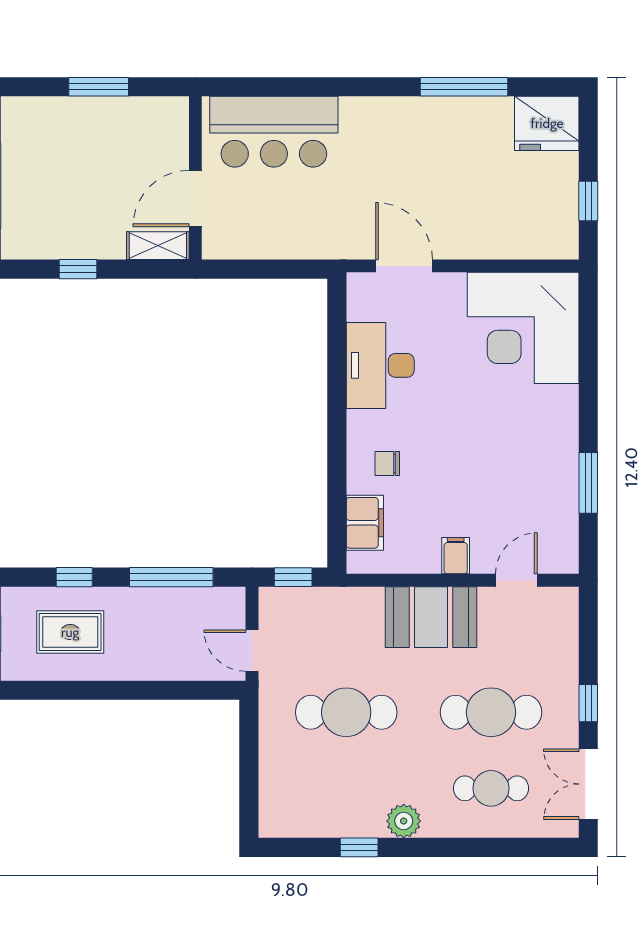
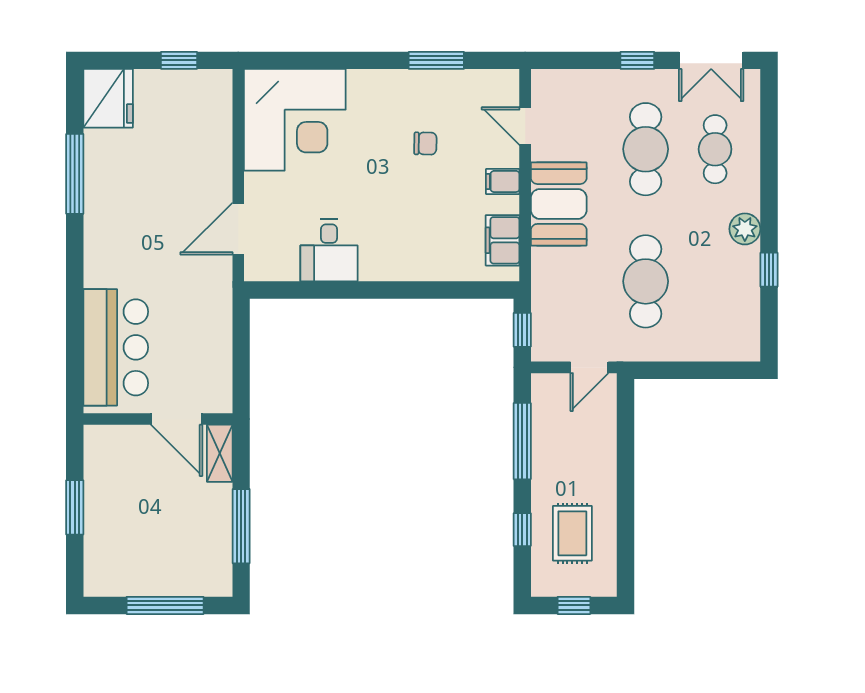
window: (78, 269) -> (241, 526), width x2.17
desk: (380, 365) -> (329, 250), width x0.73
chair: (387, 464) -> (425, 143), moved, turned -89
filing cabinet: (365, 523) -> (503, 240), moved, turned -90

